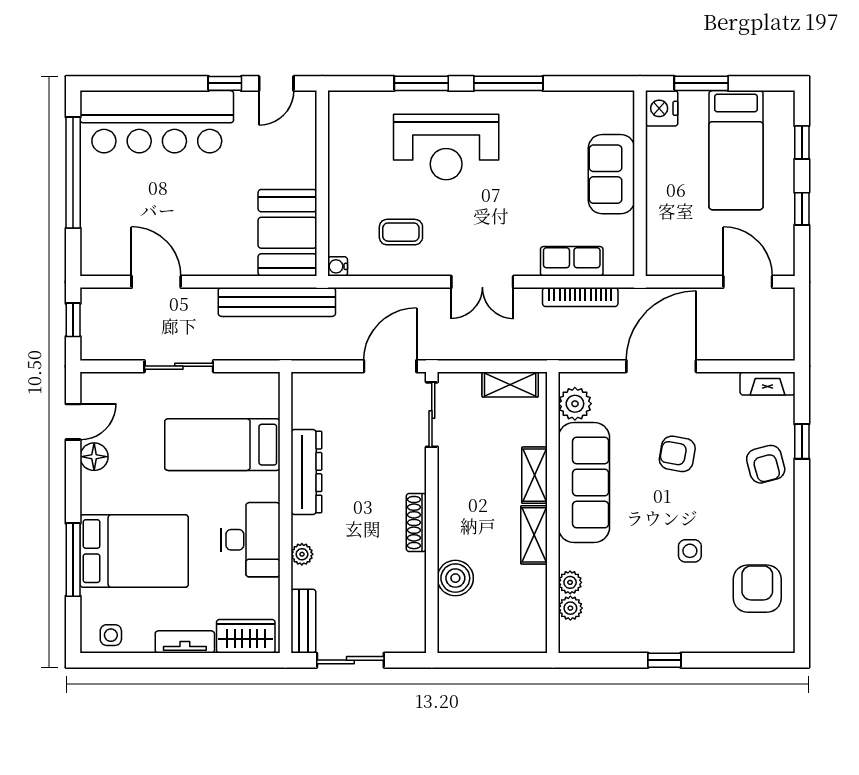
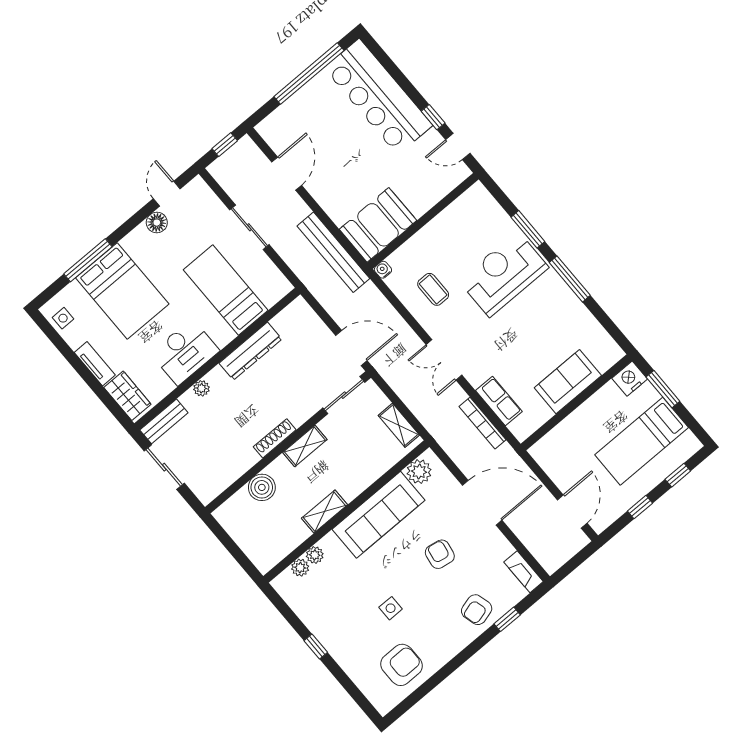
reception desk: (446, 147) -> (504, 274), turned 90
door: (73, 422) -> (167, 194), swing flipped
shelving: (535, 475) -> (305, 446), moved

